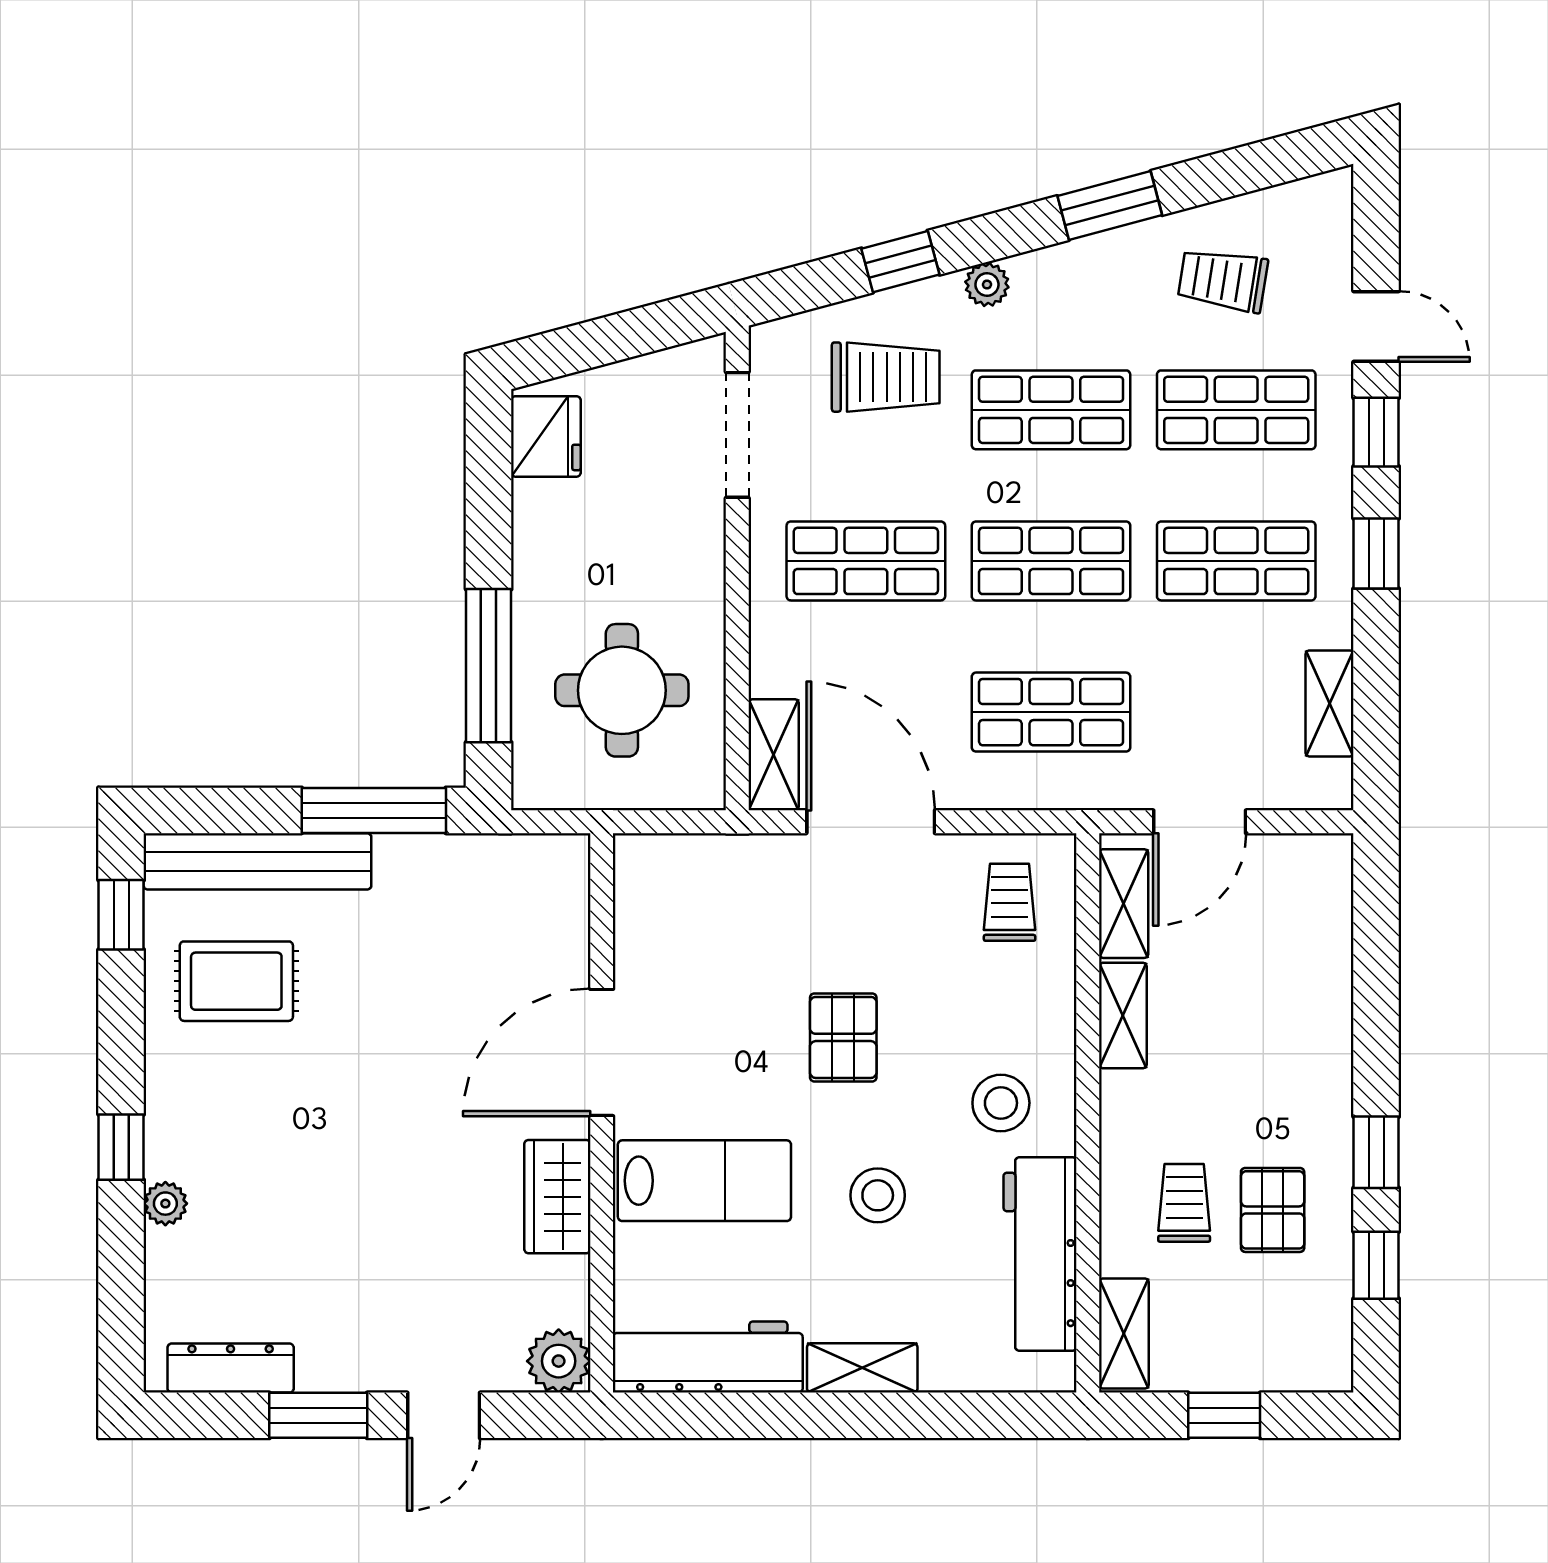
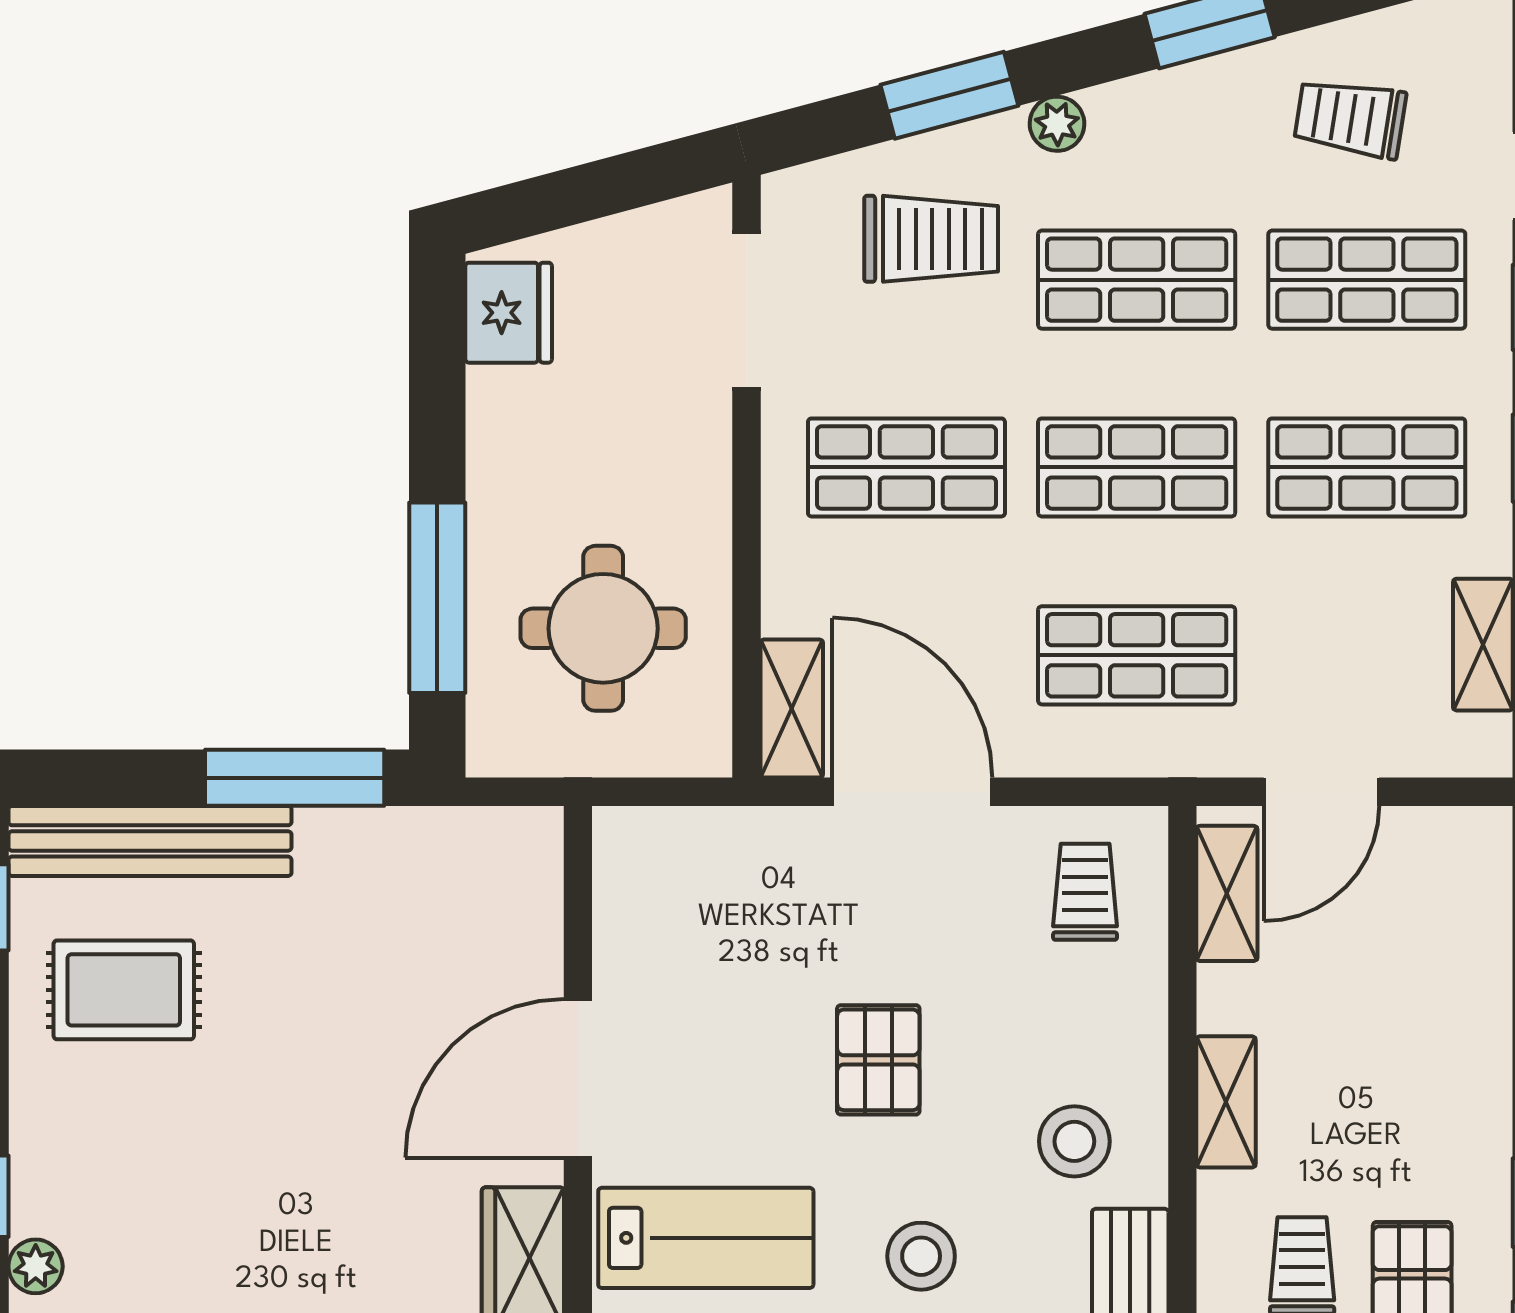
window: (900, 262) -> (949, 95), width x1.50
shelving: (1123, 1015) -> (1226, 1102), moved

